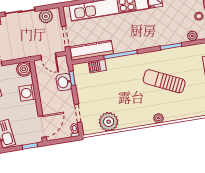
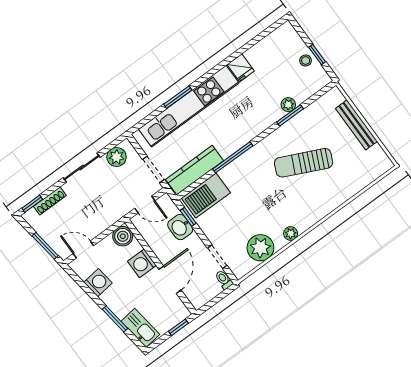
plant: (192, 36) -> (288, 105), moved
barbecue: (97, 66) -> (206, 195), width x1.88, depth x1.53
plant: (158, 118) -> (291, 234), moved
door: (42, 127) -> (170, 280), moved

